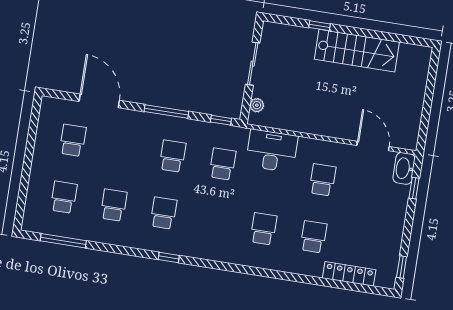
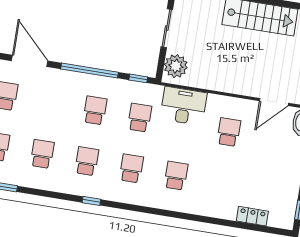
plant: (257, 105) -> (176, 66), width x1.88, depth x1.88
window: (166, 111) -> (90, 71), width x1.46
door: (373, 146) -> (274, 102), swing flipped
school desk: (313, 237) -> (131, 168), moved
locker: (349, 274) -> (252, 216), width x0.66

